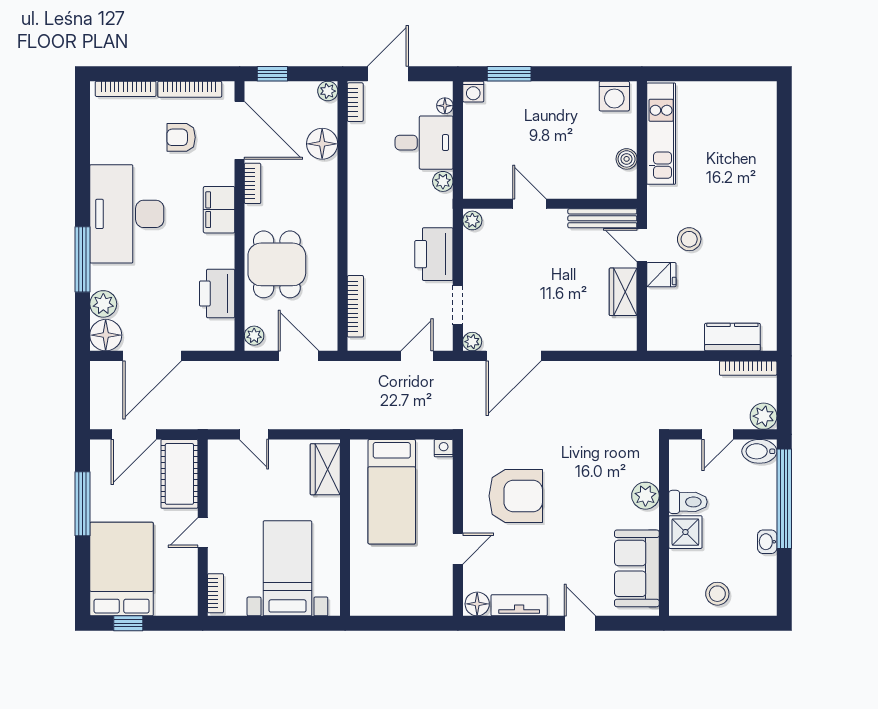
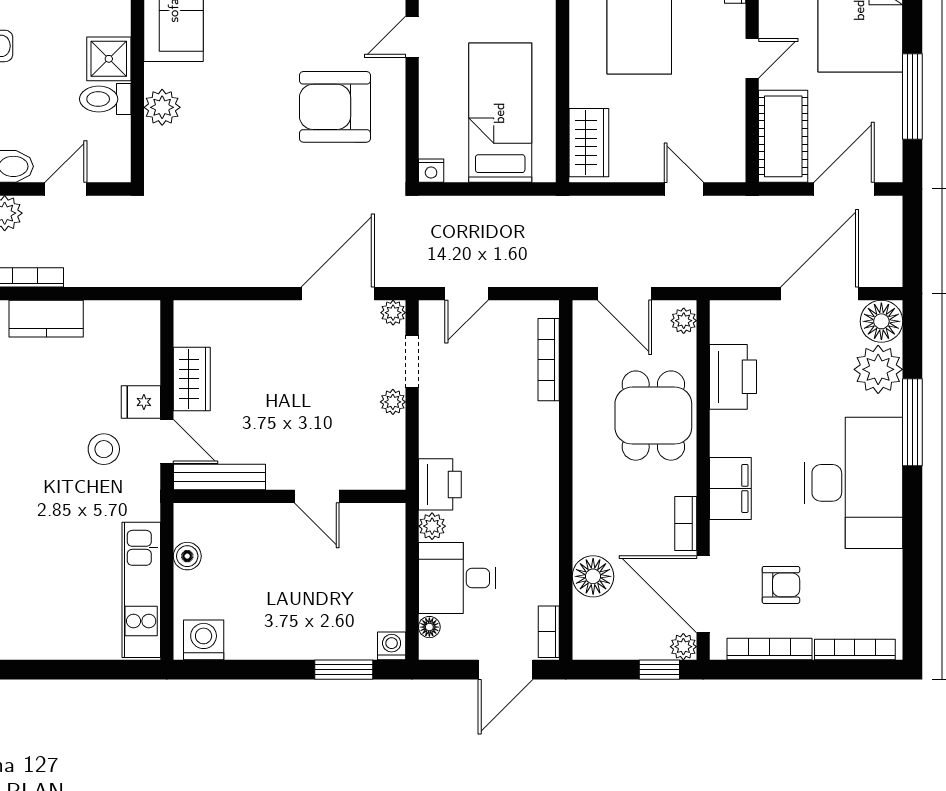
plant: (328, 91) -> (683, 647), moved
plant: (472, 220) -> (393, 402), moved
printer: (434, 254) -> (440, 484), moved, width x0.73, depth x0.84
plant: (103, 304) -> (878, 369), width x1.36, depth x1.36

